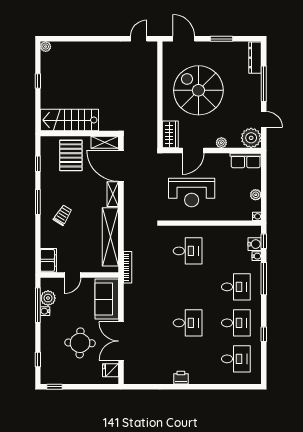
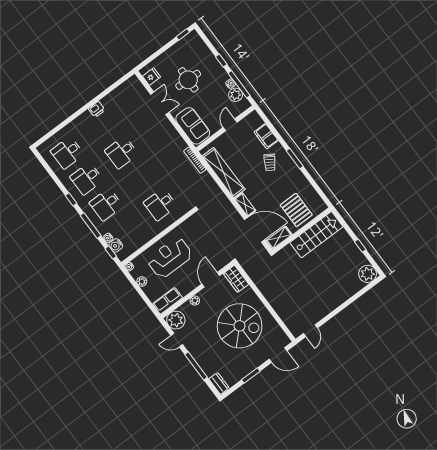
plant: (46, 47) -> (368, 274), width x1.88, depth x1.88
dresser: (255, 58) -> (219, 383), width x0.70
window: (38, 164) -> (315, 186), removed
reception desk: (192, 193) -> (170, 258), moved
filing cabinet: (48, 260) -> (266, 136), moved
window: (264, 334) -> (71, 199), moved
double door: (121, 341) -> (160, 103), width x0.73
window: (38, 360) -> (221, 60), moved

